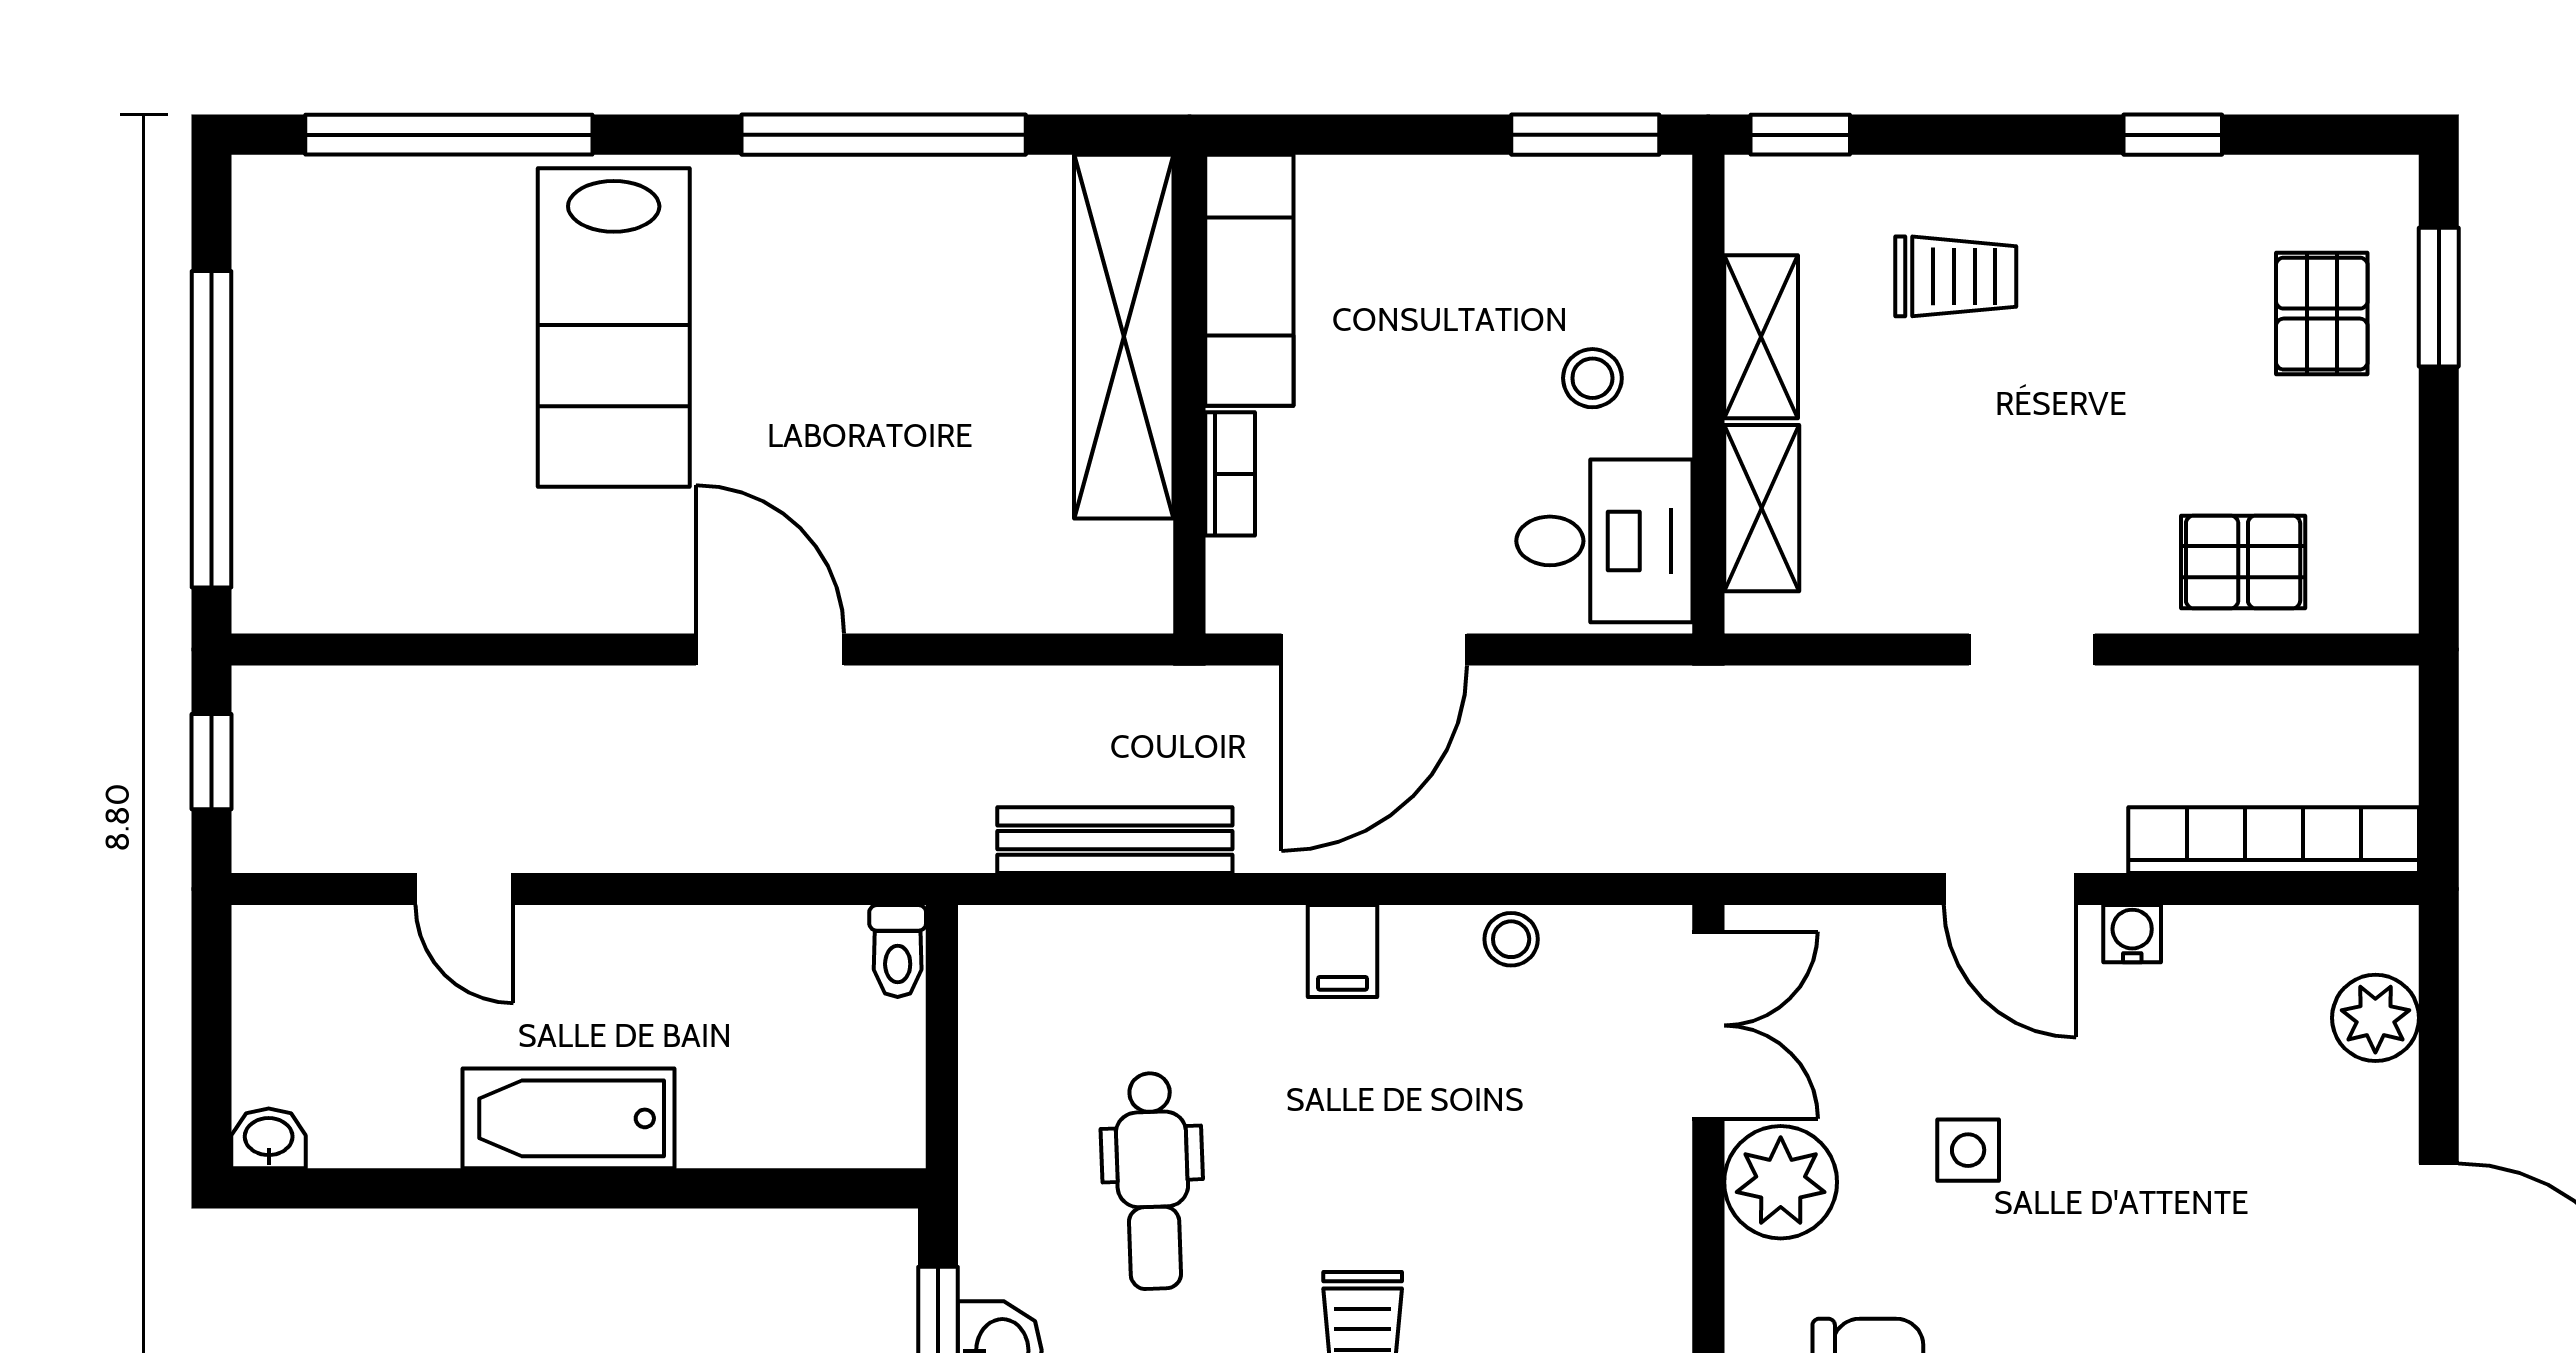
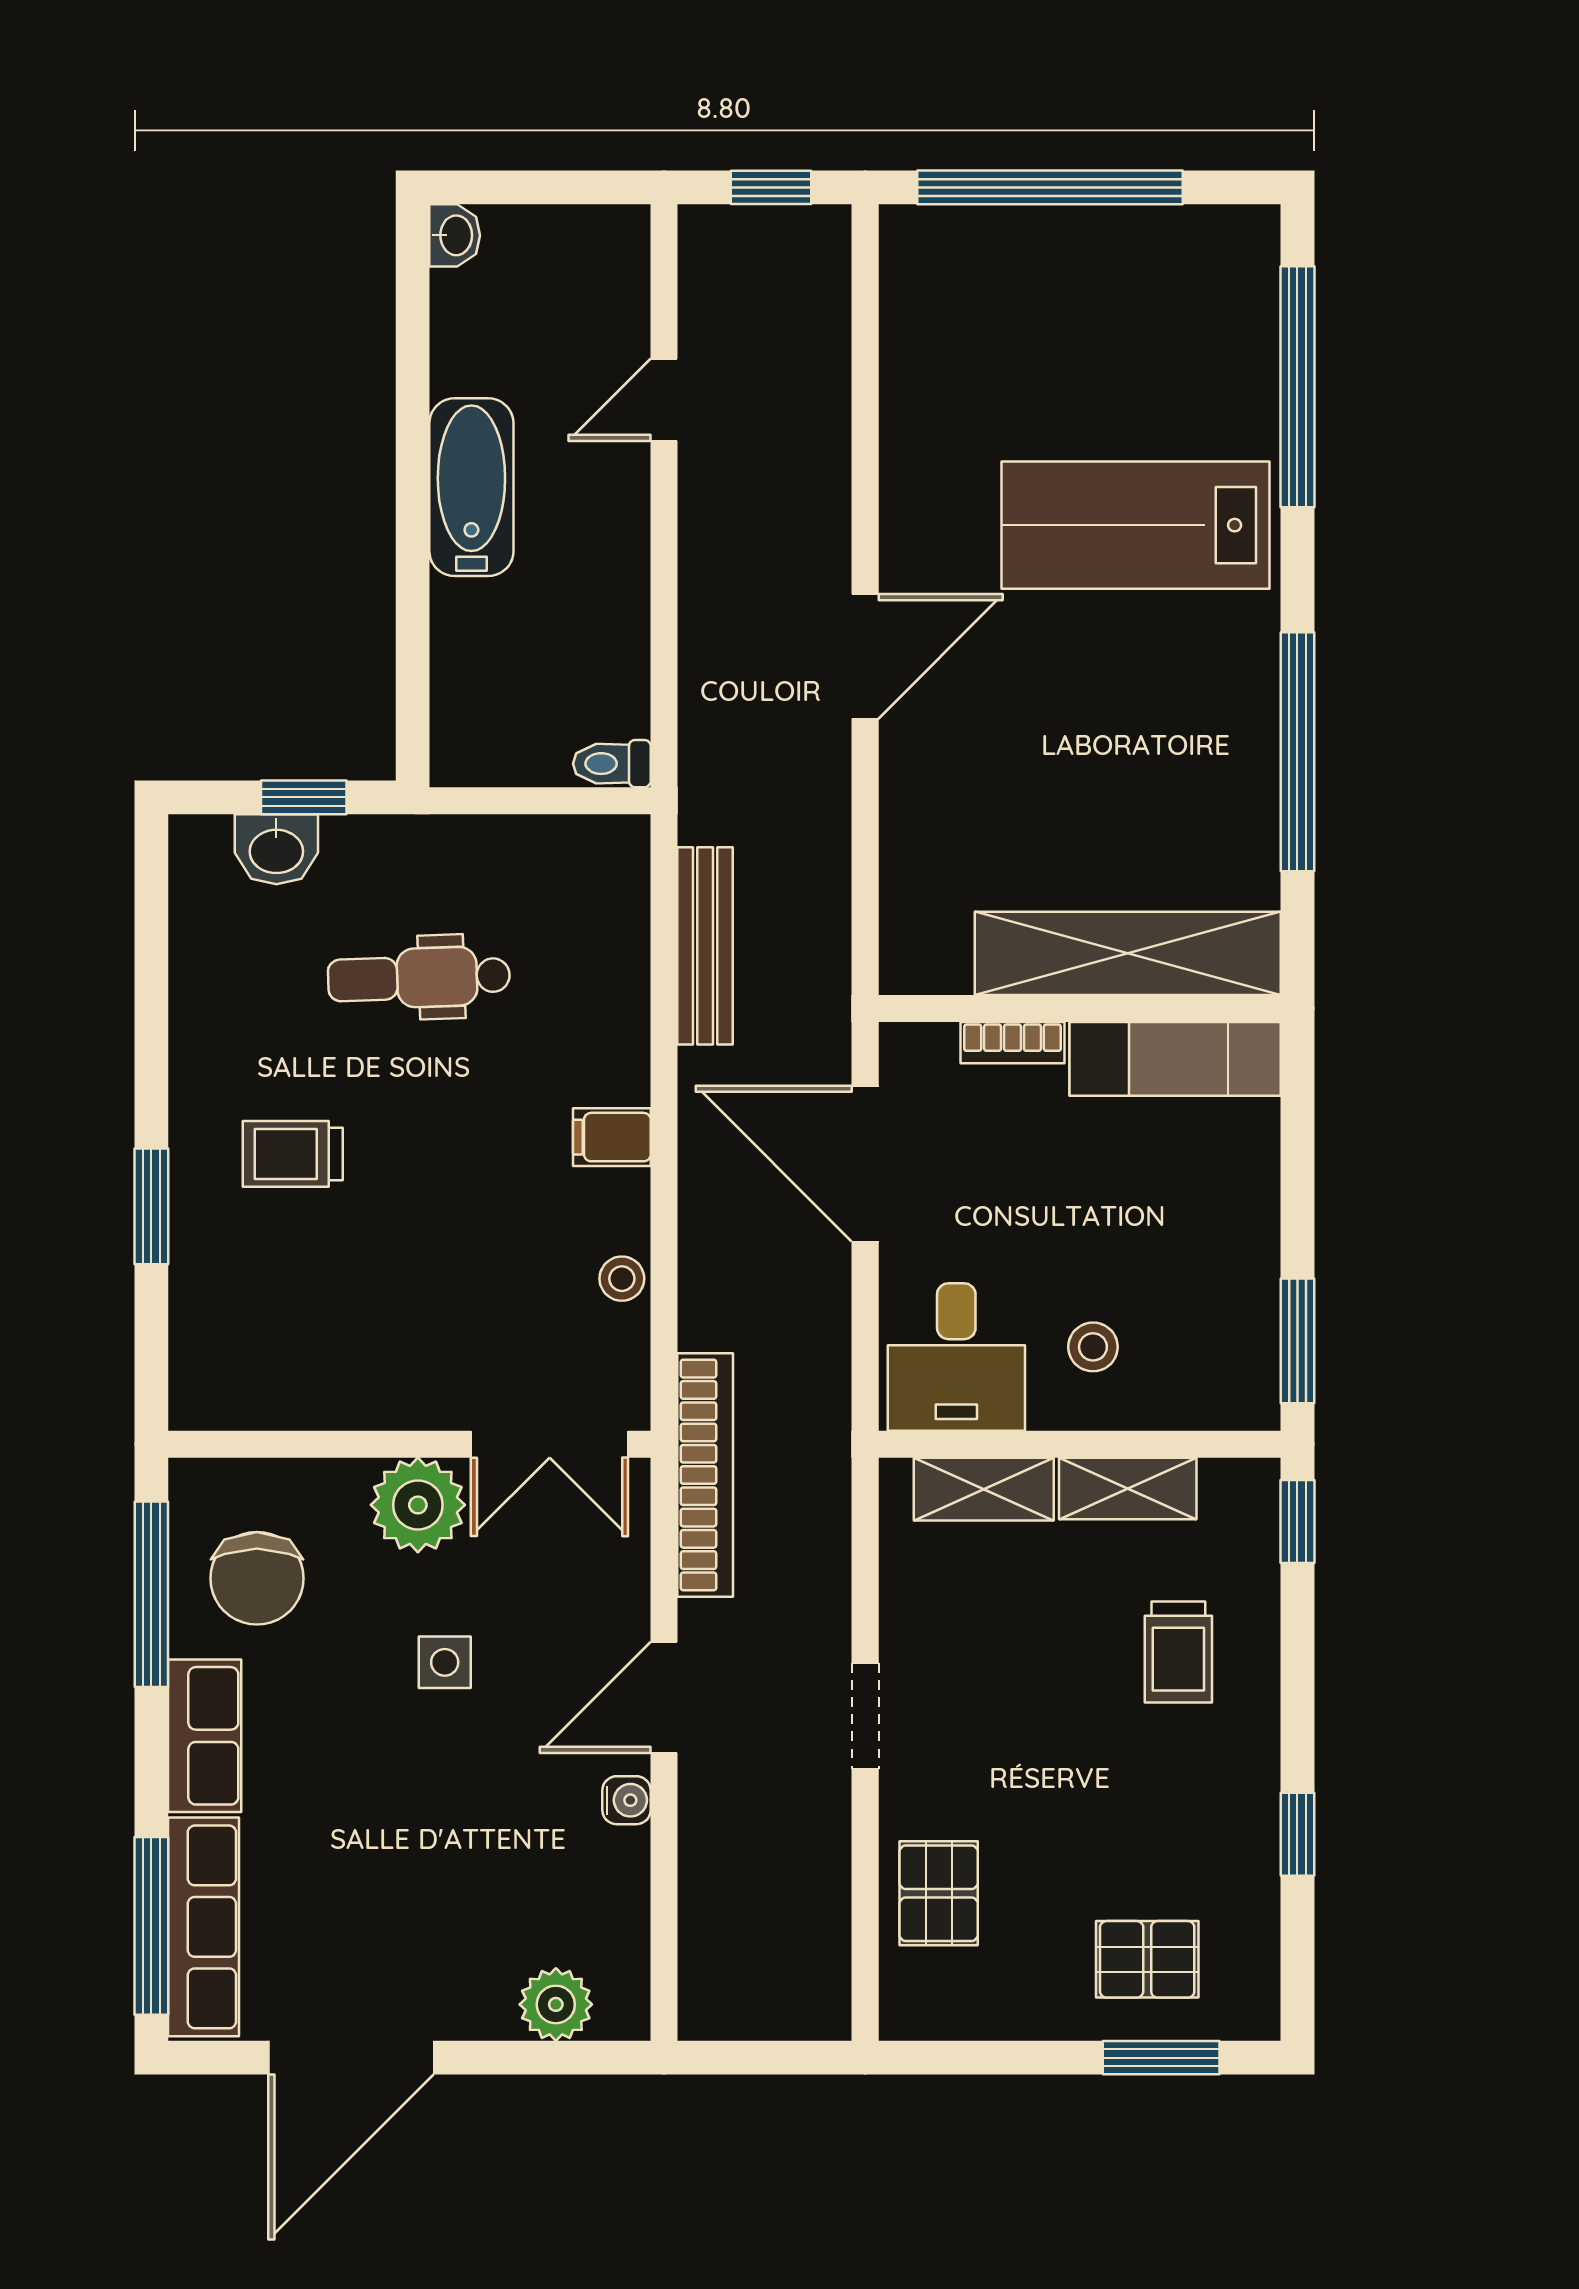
bookcase: (2274, 840) -> (705, 1475), moved

